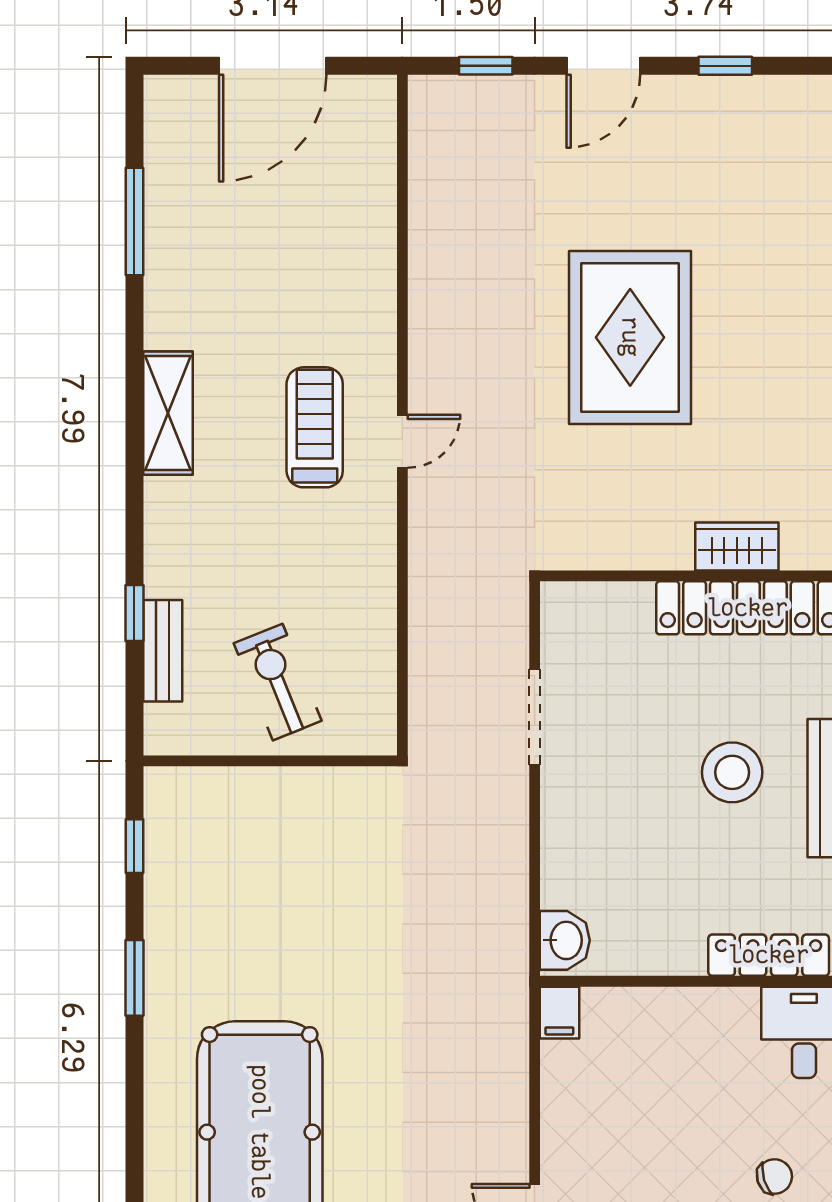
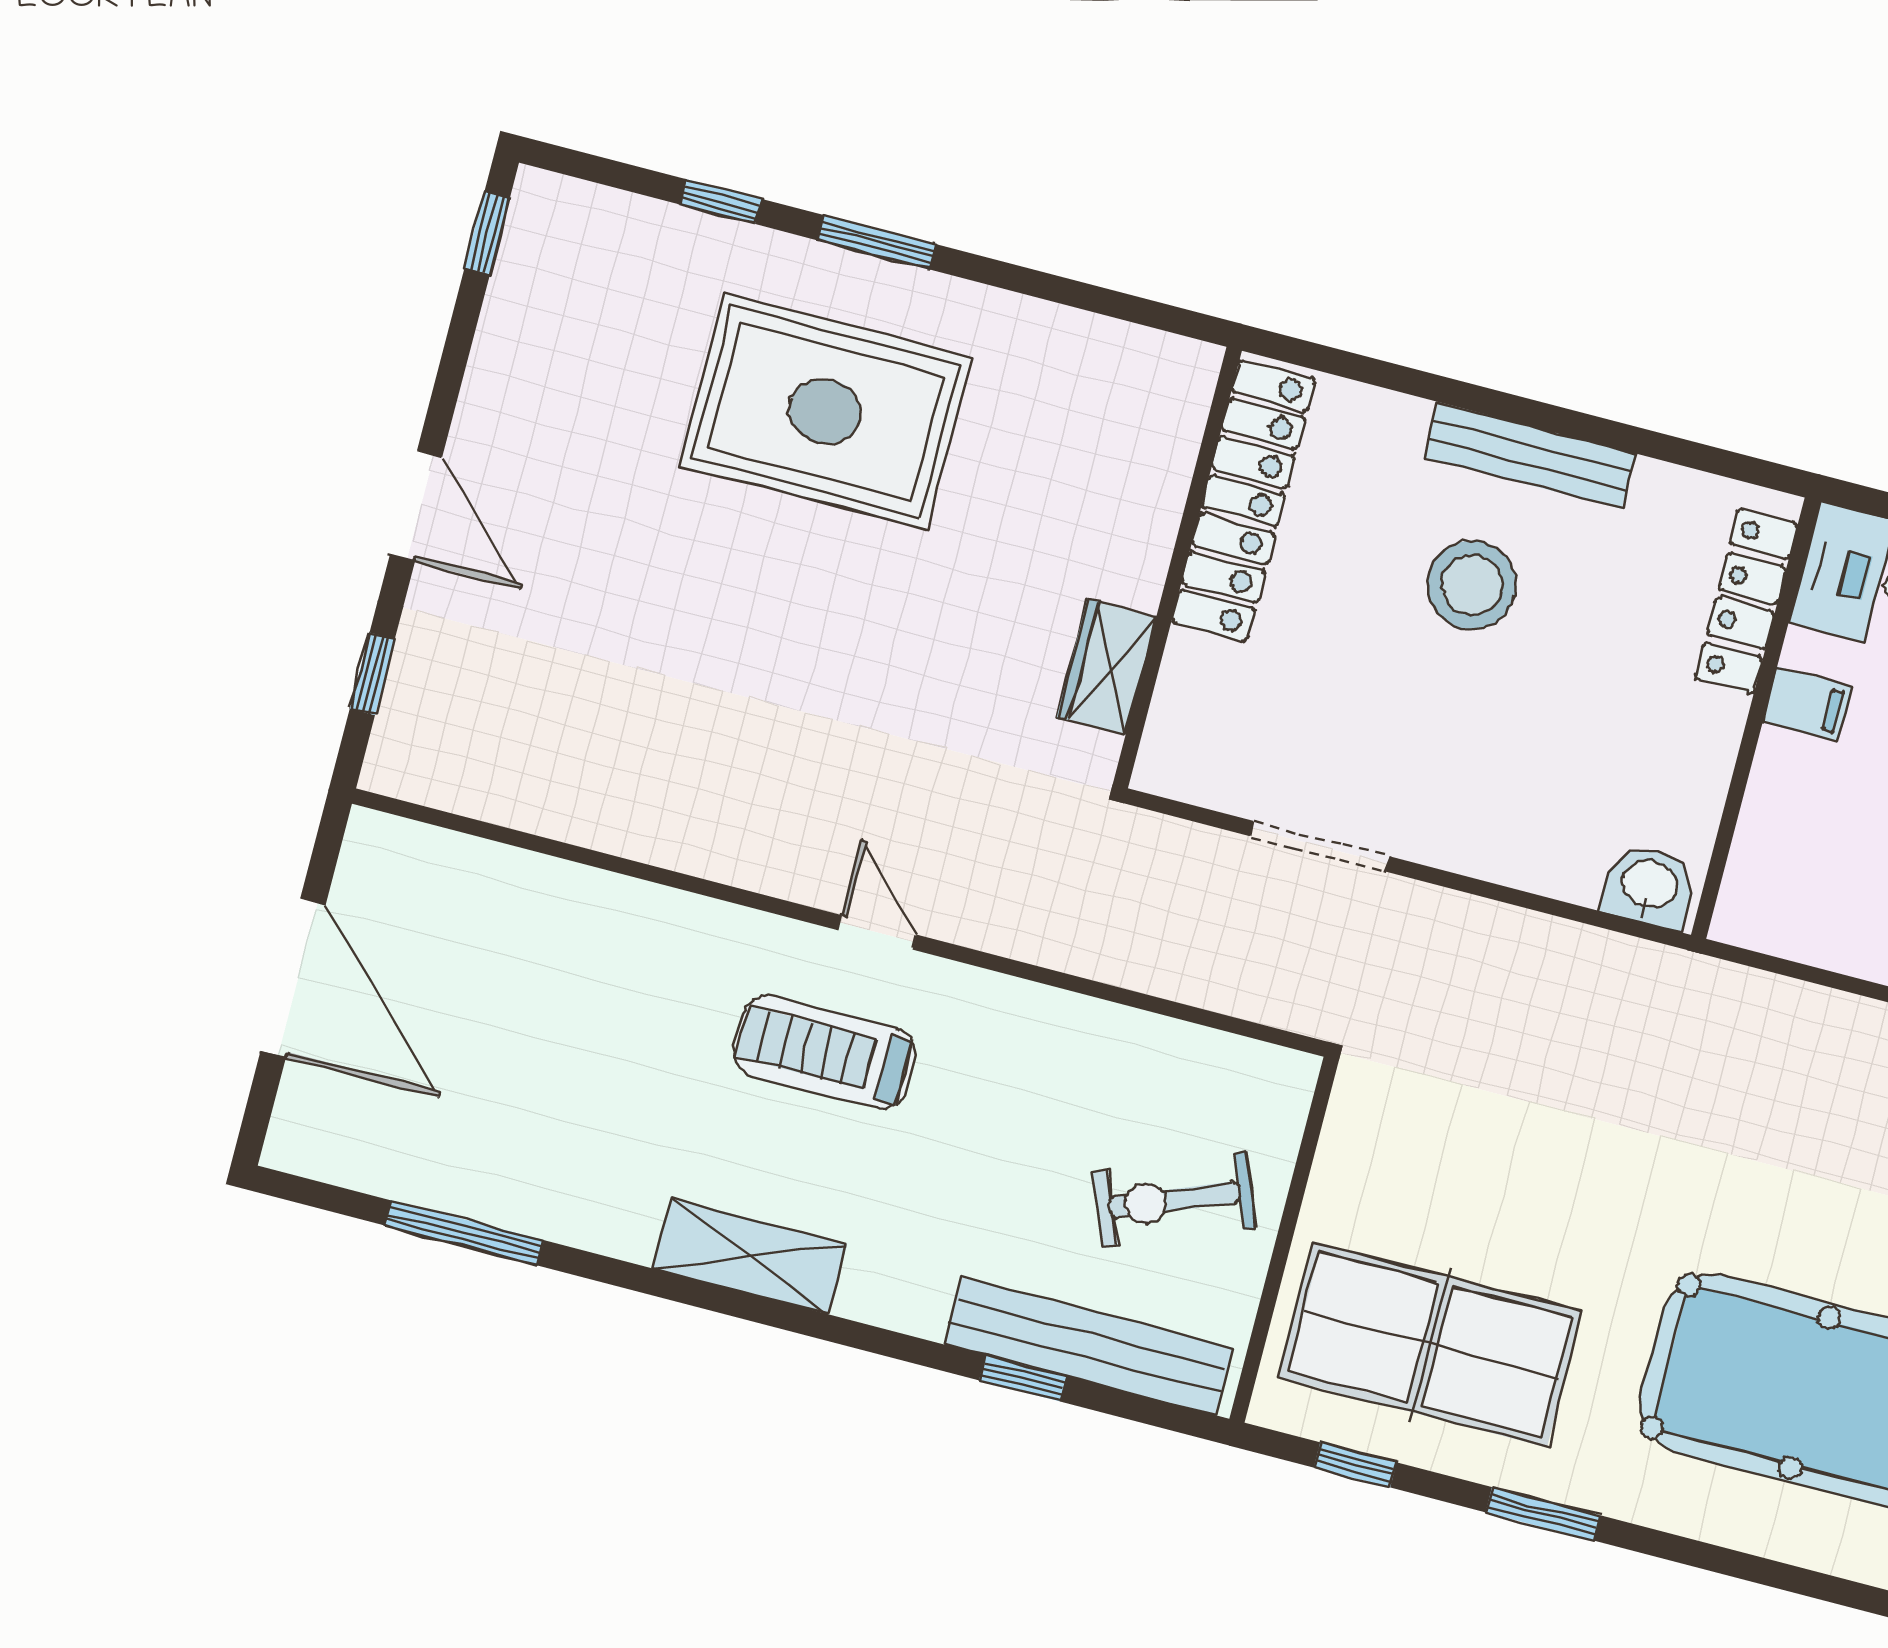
window: (725, 66) -> (487, 233), moved
rug: (630, 337) -> (825, 411), moved
wardrobe: (737, 547) -> (1107, 667), moved
bench: (163, 651) -> (1089, 1346), width x1.86, depth x1.21
table tennis table: (226, 875) -> (1430, 1345), added
filing cabinet: (559, 1013) -> (1807, 704), moved

